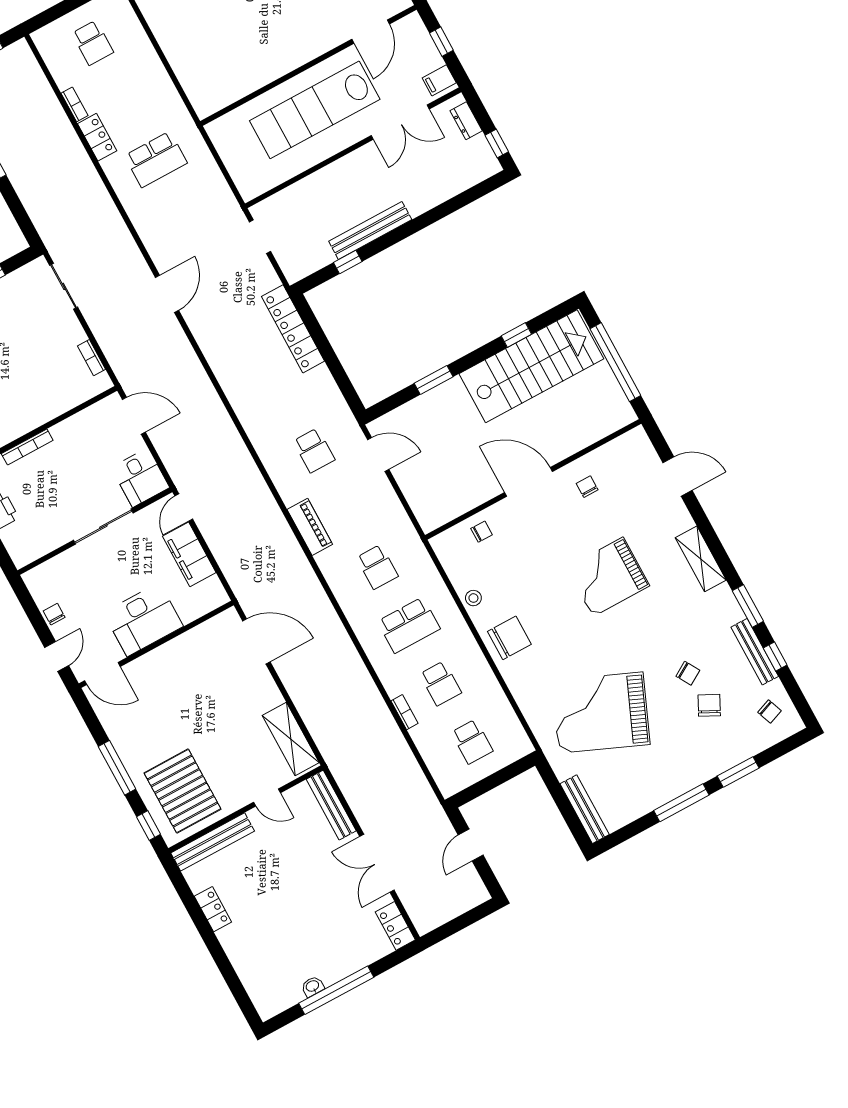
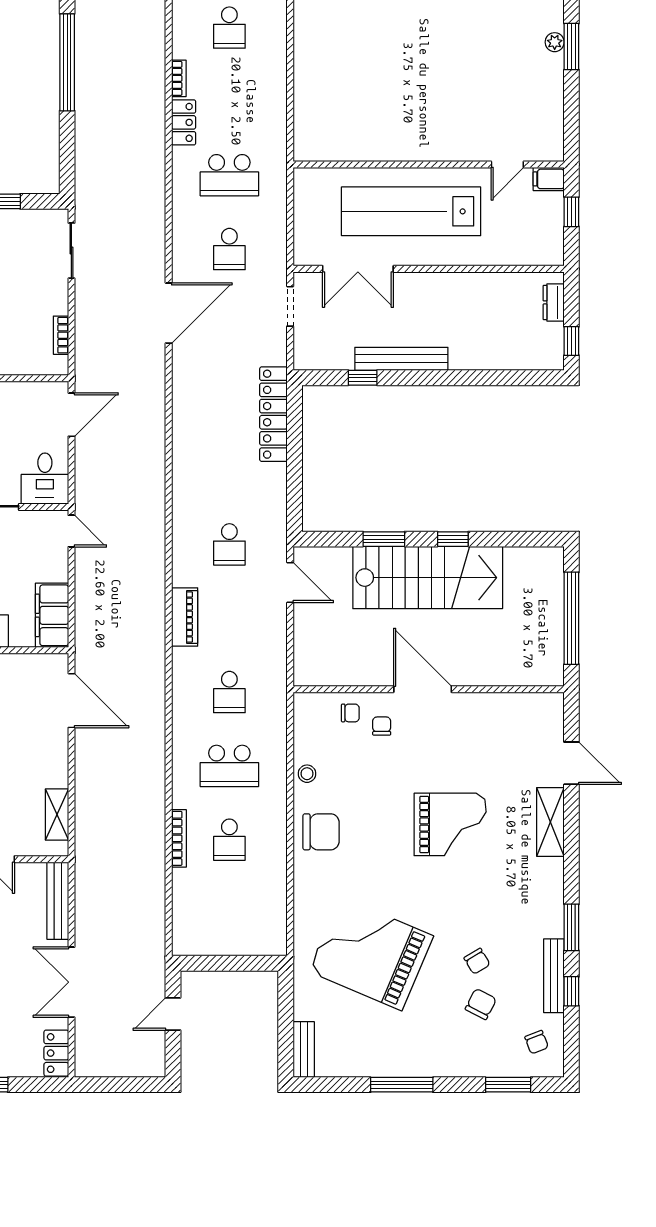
door: (371, 32) -> (507, 164), width x0.73
filing cabinet: (439, 80) -> (549, 179), moved
double door: (400, 122) -> (358, 269), moved
door: (167, 294) -> (169, 313), width x1.36
window: (516, 335) -> (453, 539), moved
stairs: (531, 366) -> (428, 578), moved
door: (134, 416) -> (71, 415), hinge flipped
chair: (587, 487) -> (382, 726), moved
door: (184, 508) -> (71, 531), swing flipped
filing cabinet: (189, 554) -> (52, 615), moved
shelving: (701, 559) -> (550, 822), moved
grand piano: (608, 577) -> (450, 824), turned 180
bookcase: (405, 712) -> (179, 838), width x1.56
shelving: (291, 739) -> (57, 815), width x0.67, depth x0.75
school desk: (472, 742) -> (229, 249), moved
window: (738, 772) -> (508, 1085), moved
bench: (585, 809) -> (304, 1050), width x0.73

